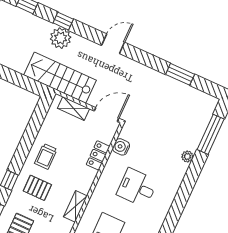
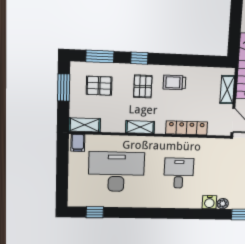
water cooler: (121, 147) -> (209, 202), moved, turned 180
locker: (98, 155) -> (187, 128), width x1.53

